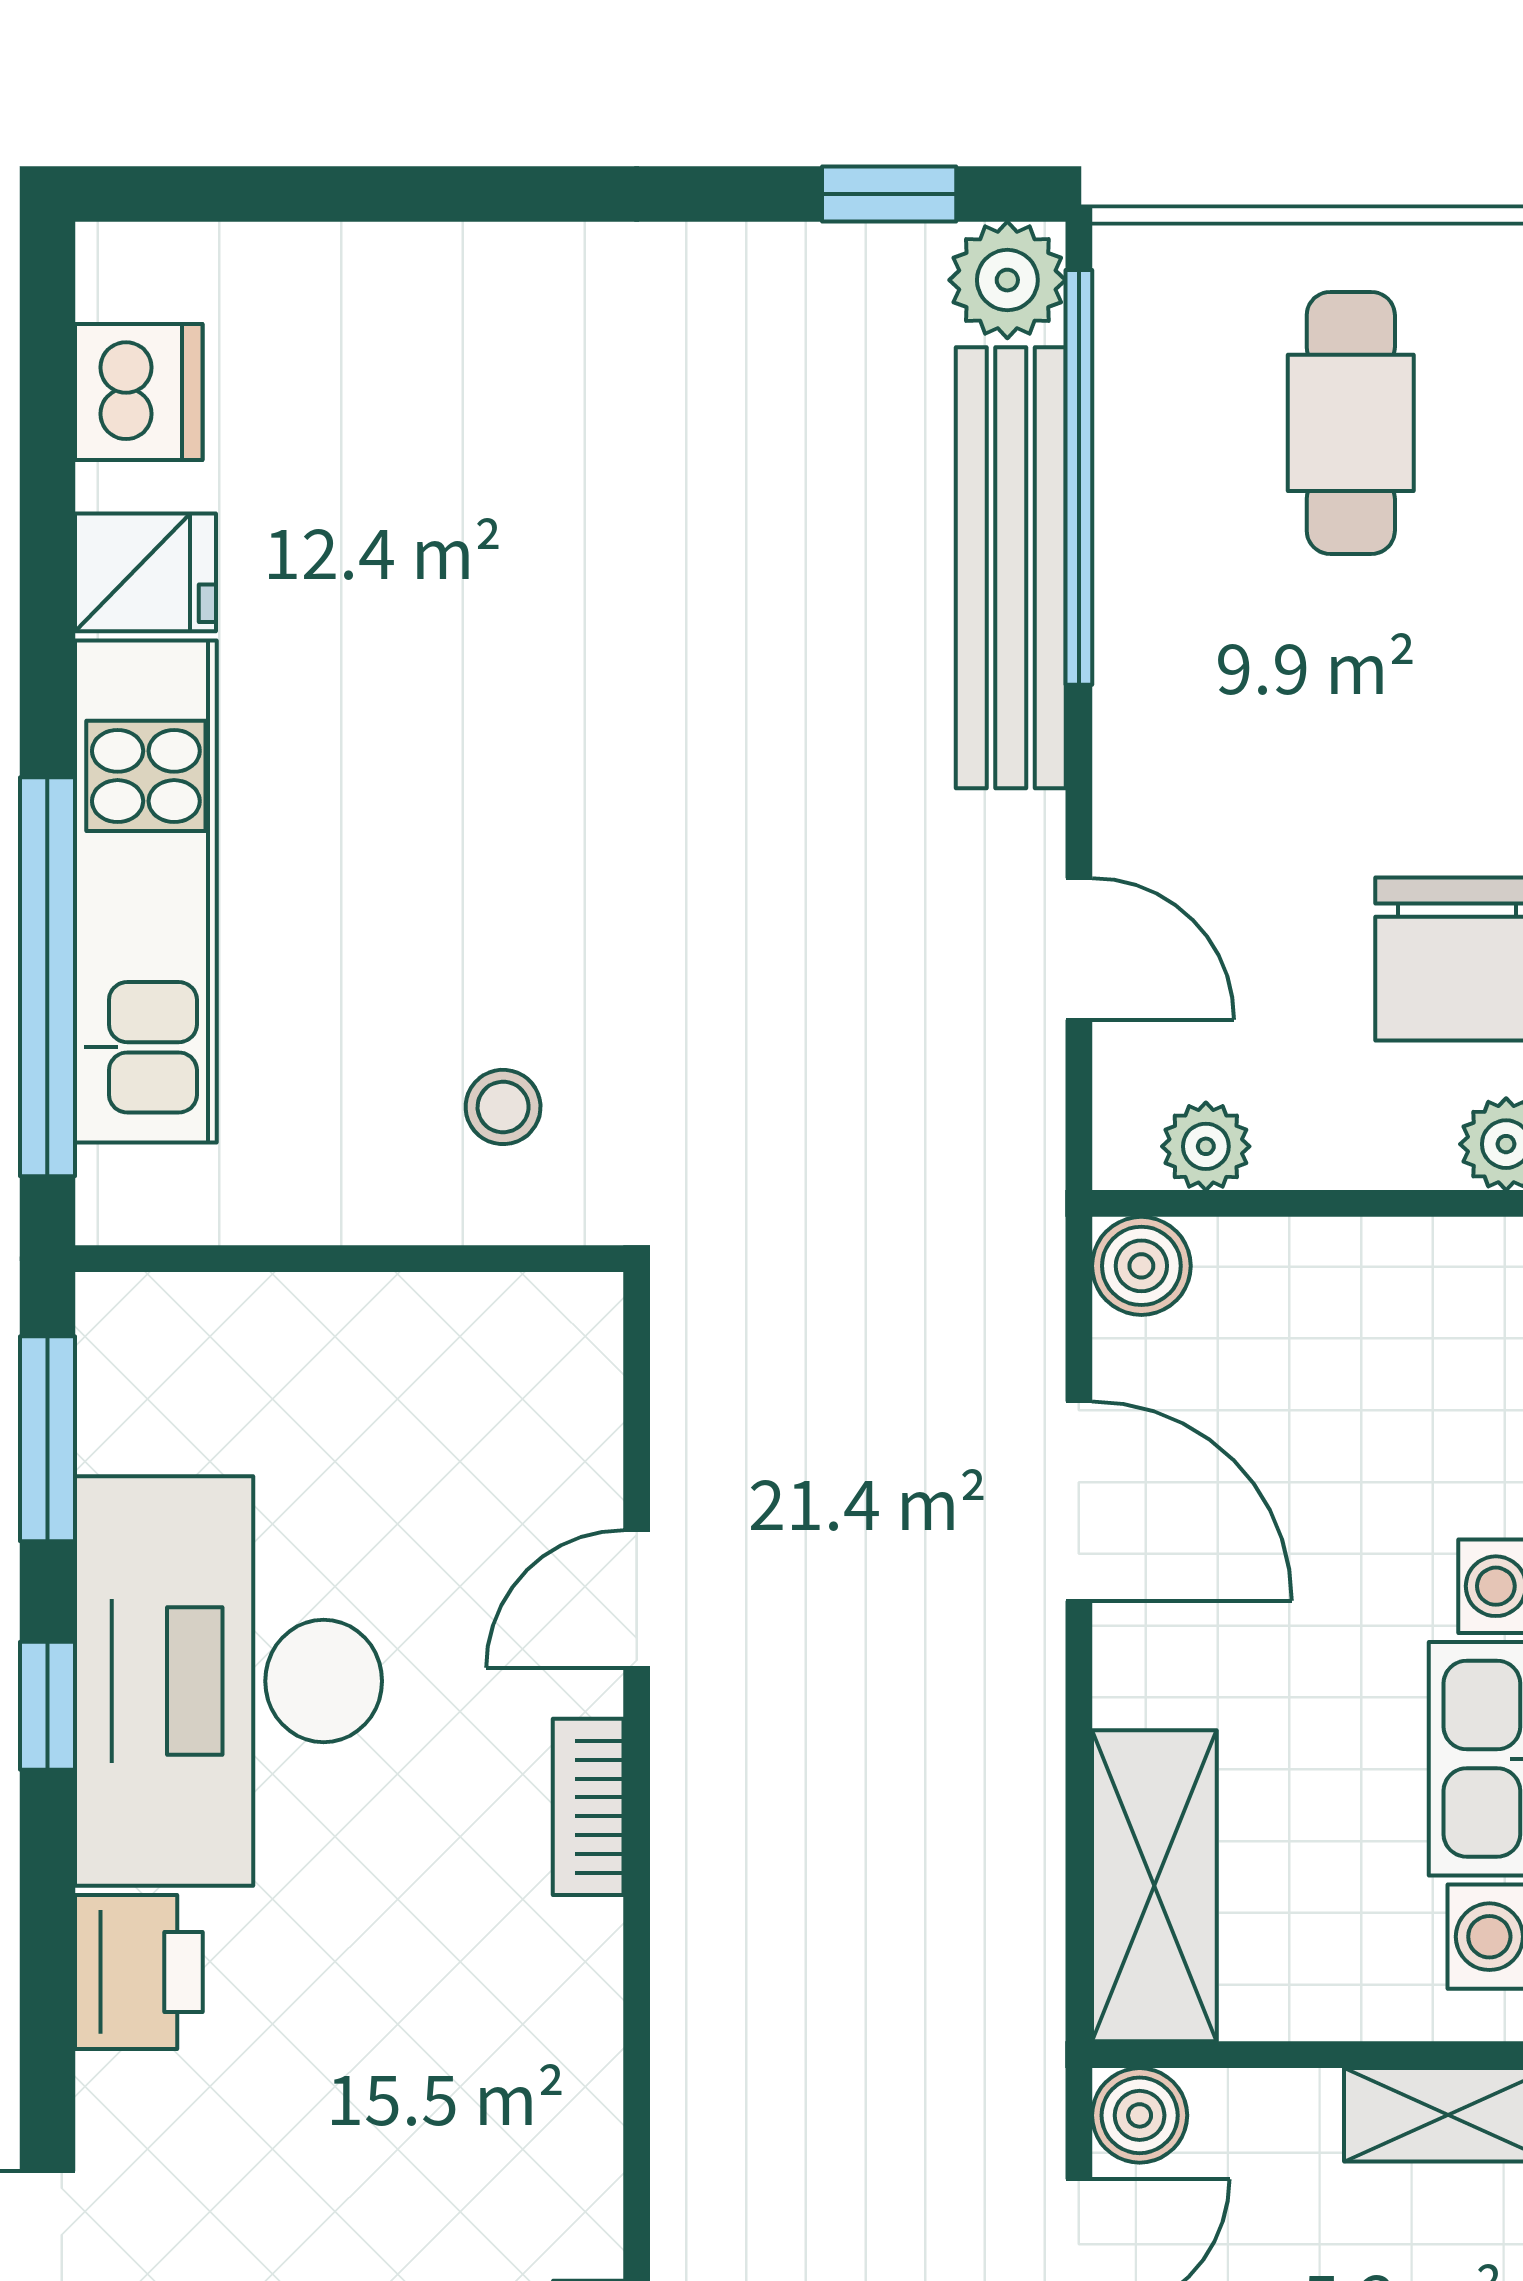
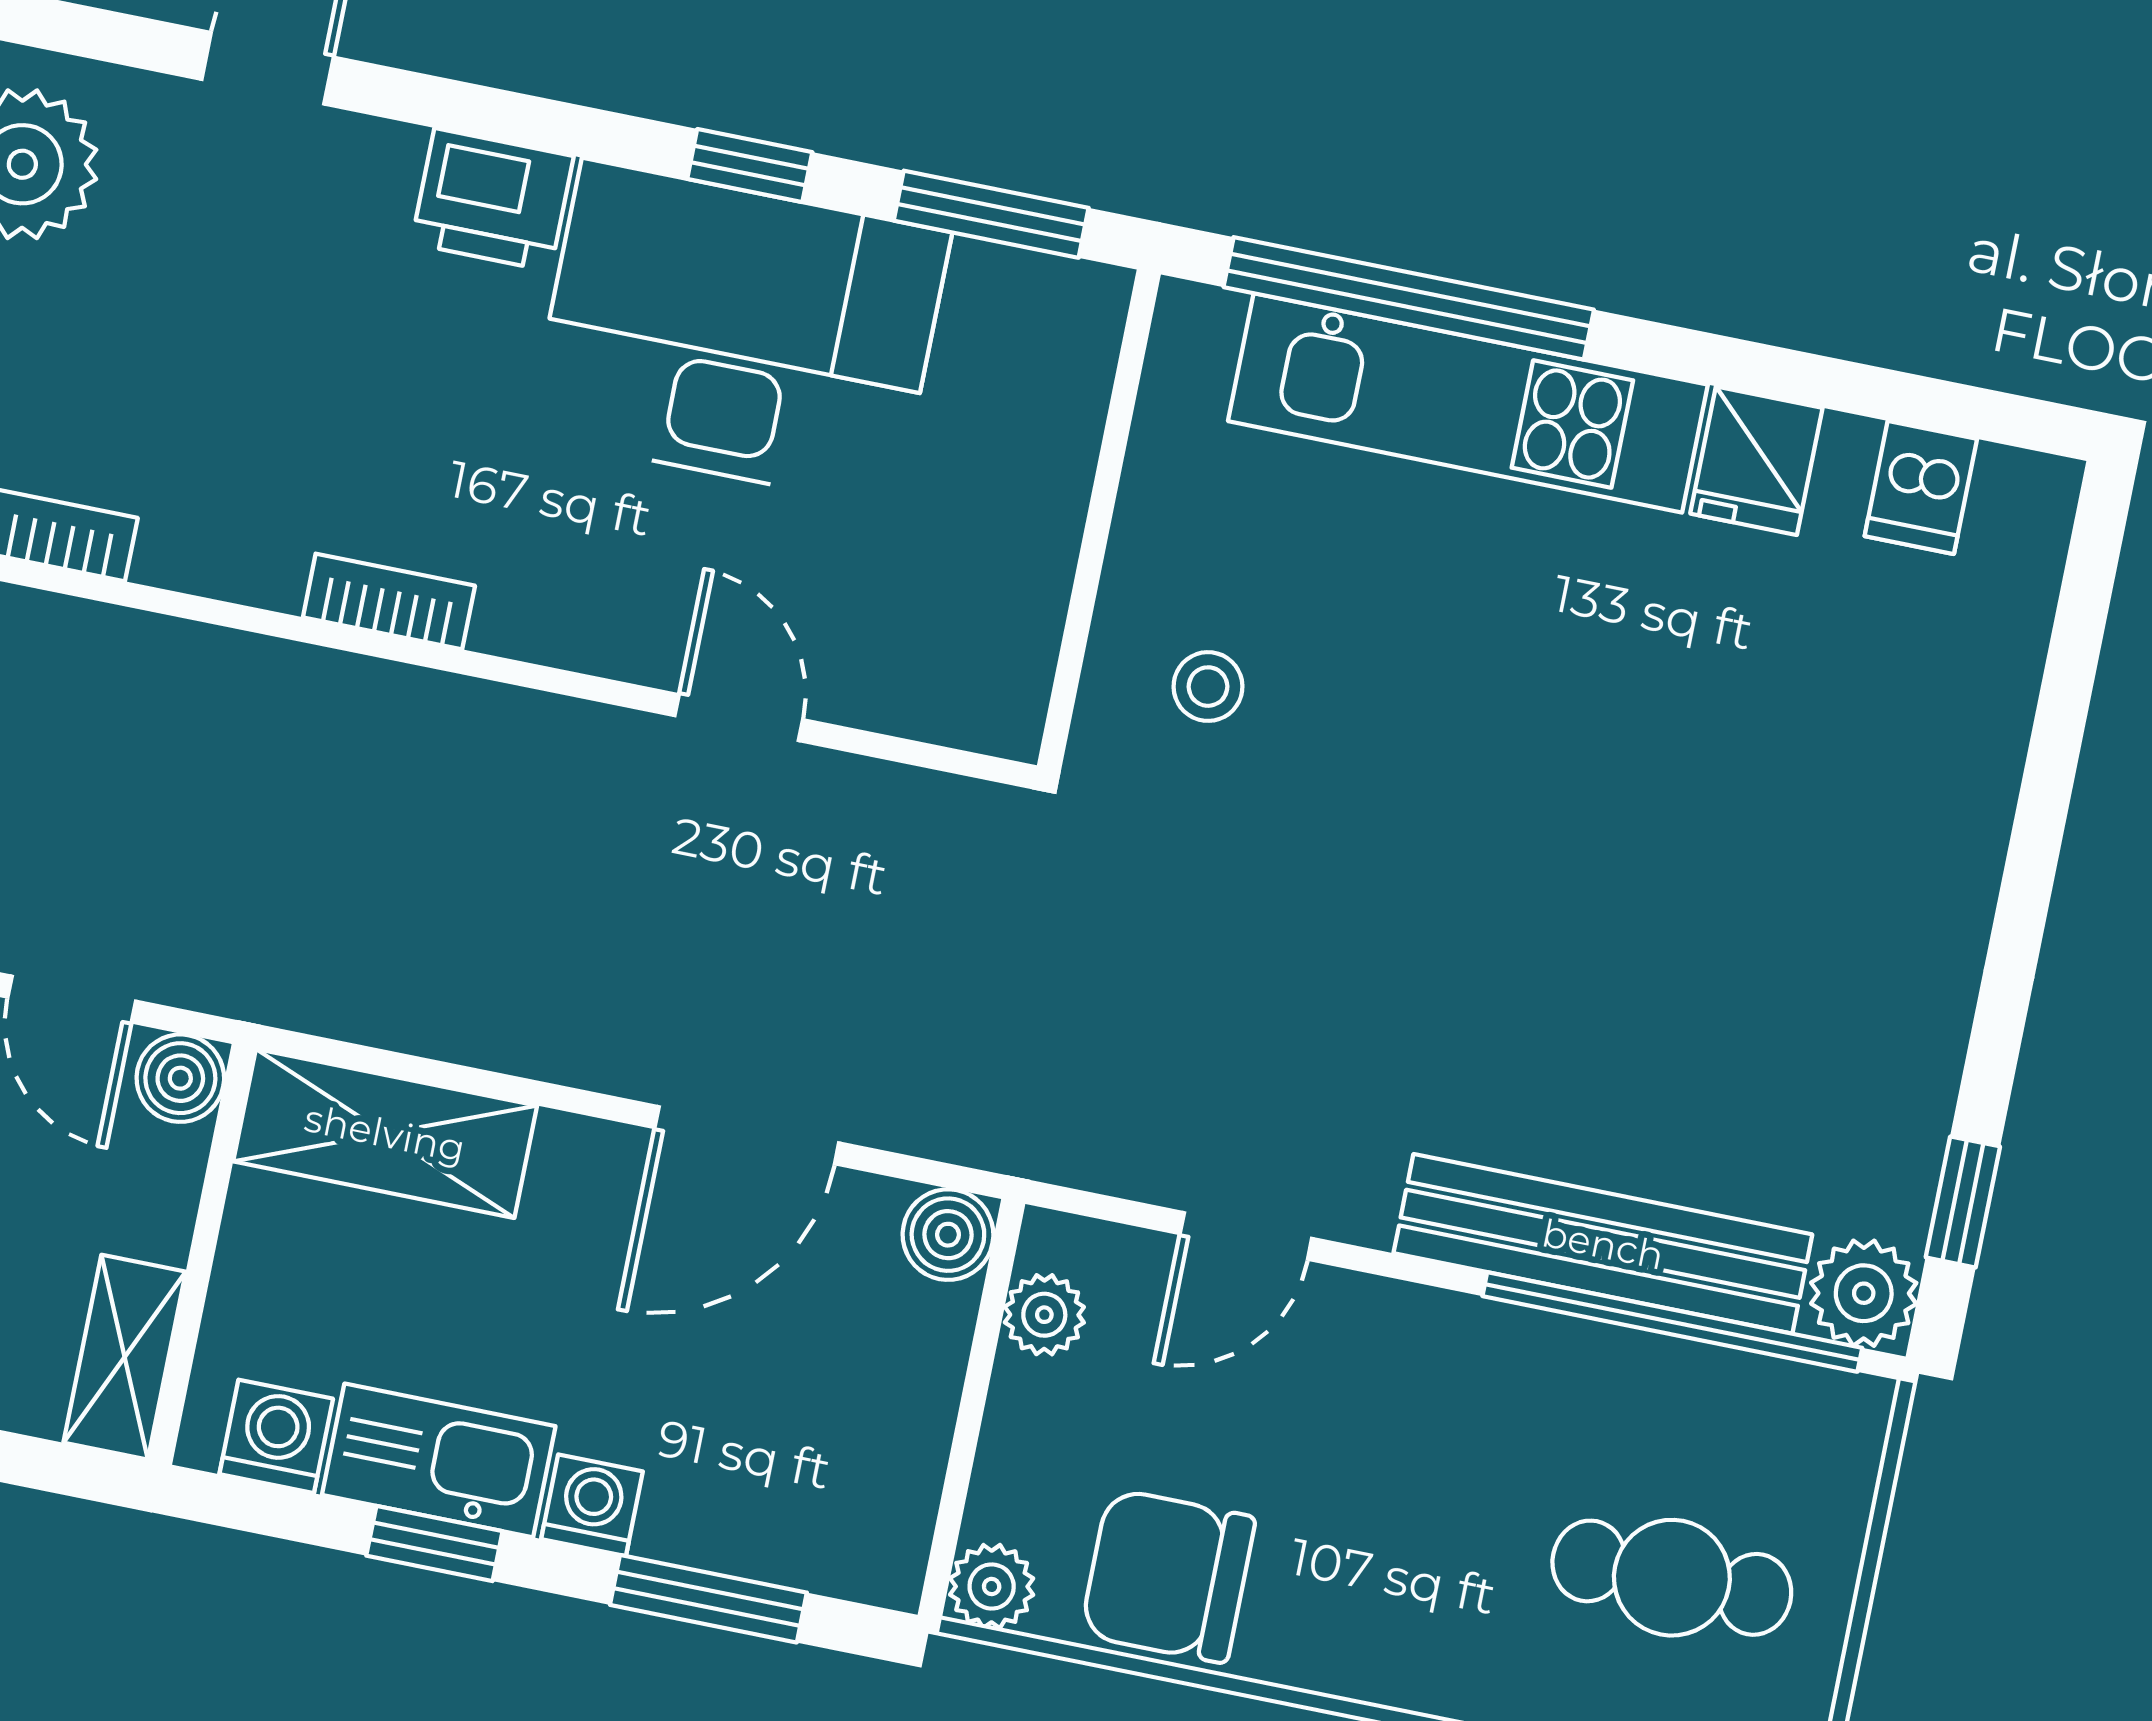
dishwasher: (139, 392) -> (1921, 488), width x0.73
bookcase: (588, 1807) -> (389, 601), moved

